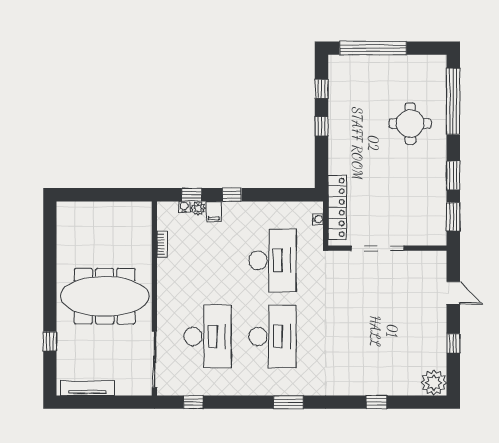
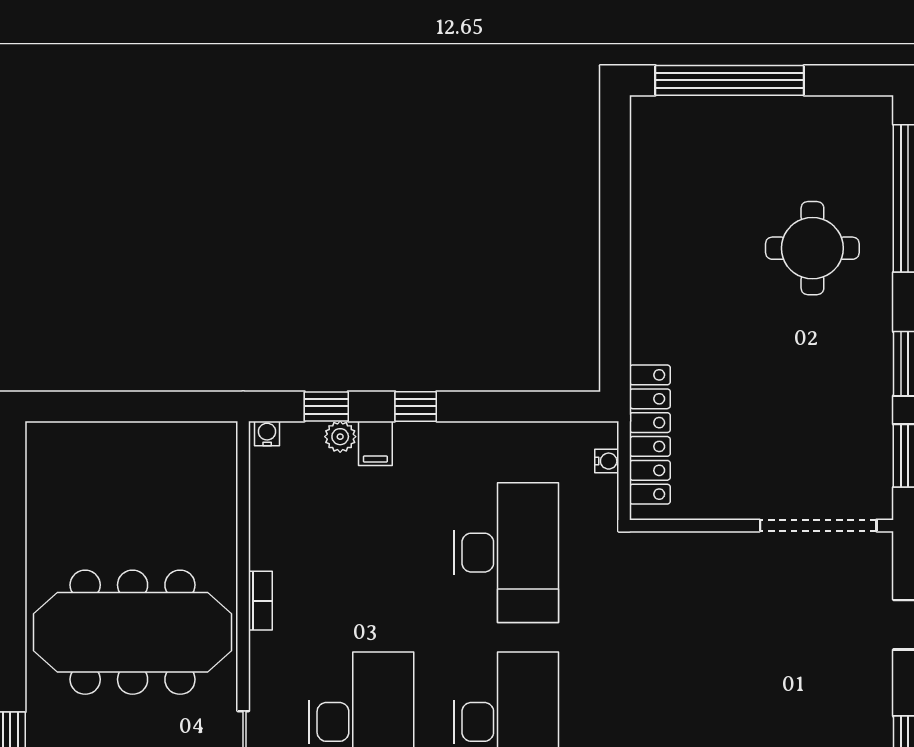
window: (321, 89) -> (615, 171), removed
window: (321, 126) -> (615, 254), removed
water cooler: (184, 207) -> (267, 434), moved
bookcase: (162, 244) -> (260, 601), moved
doorway: (377, 248) -> (818, 526), moved

